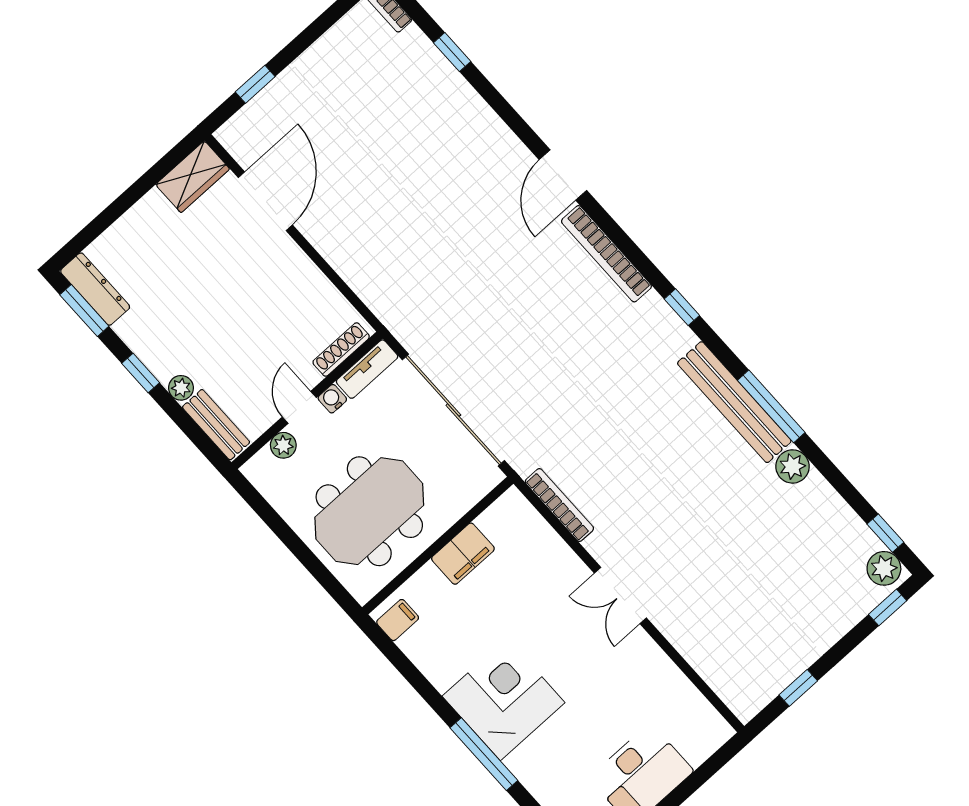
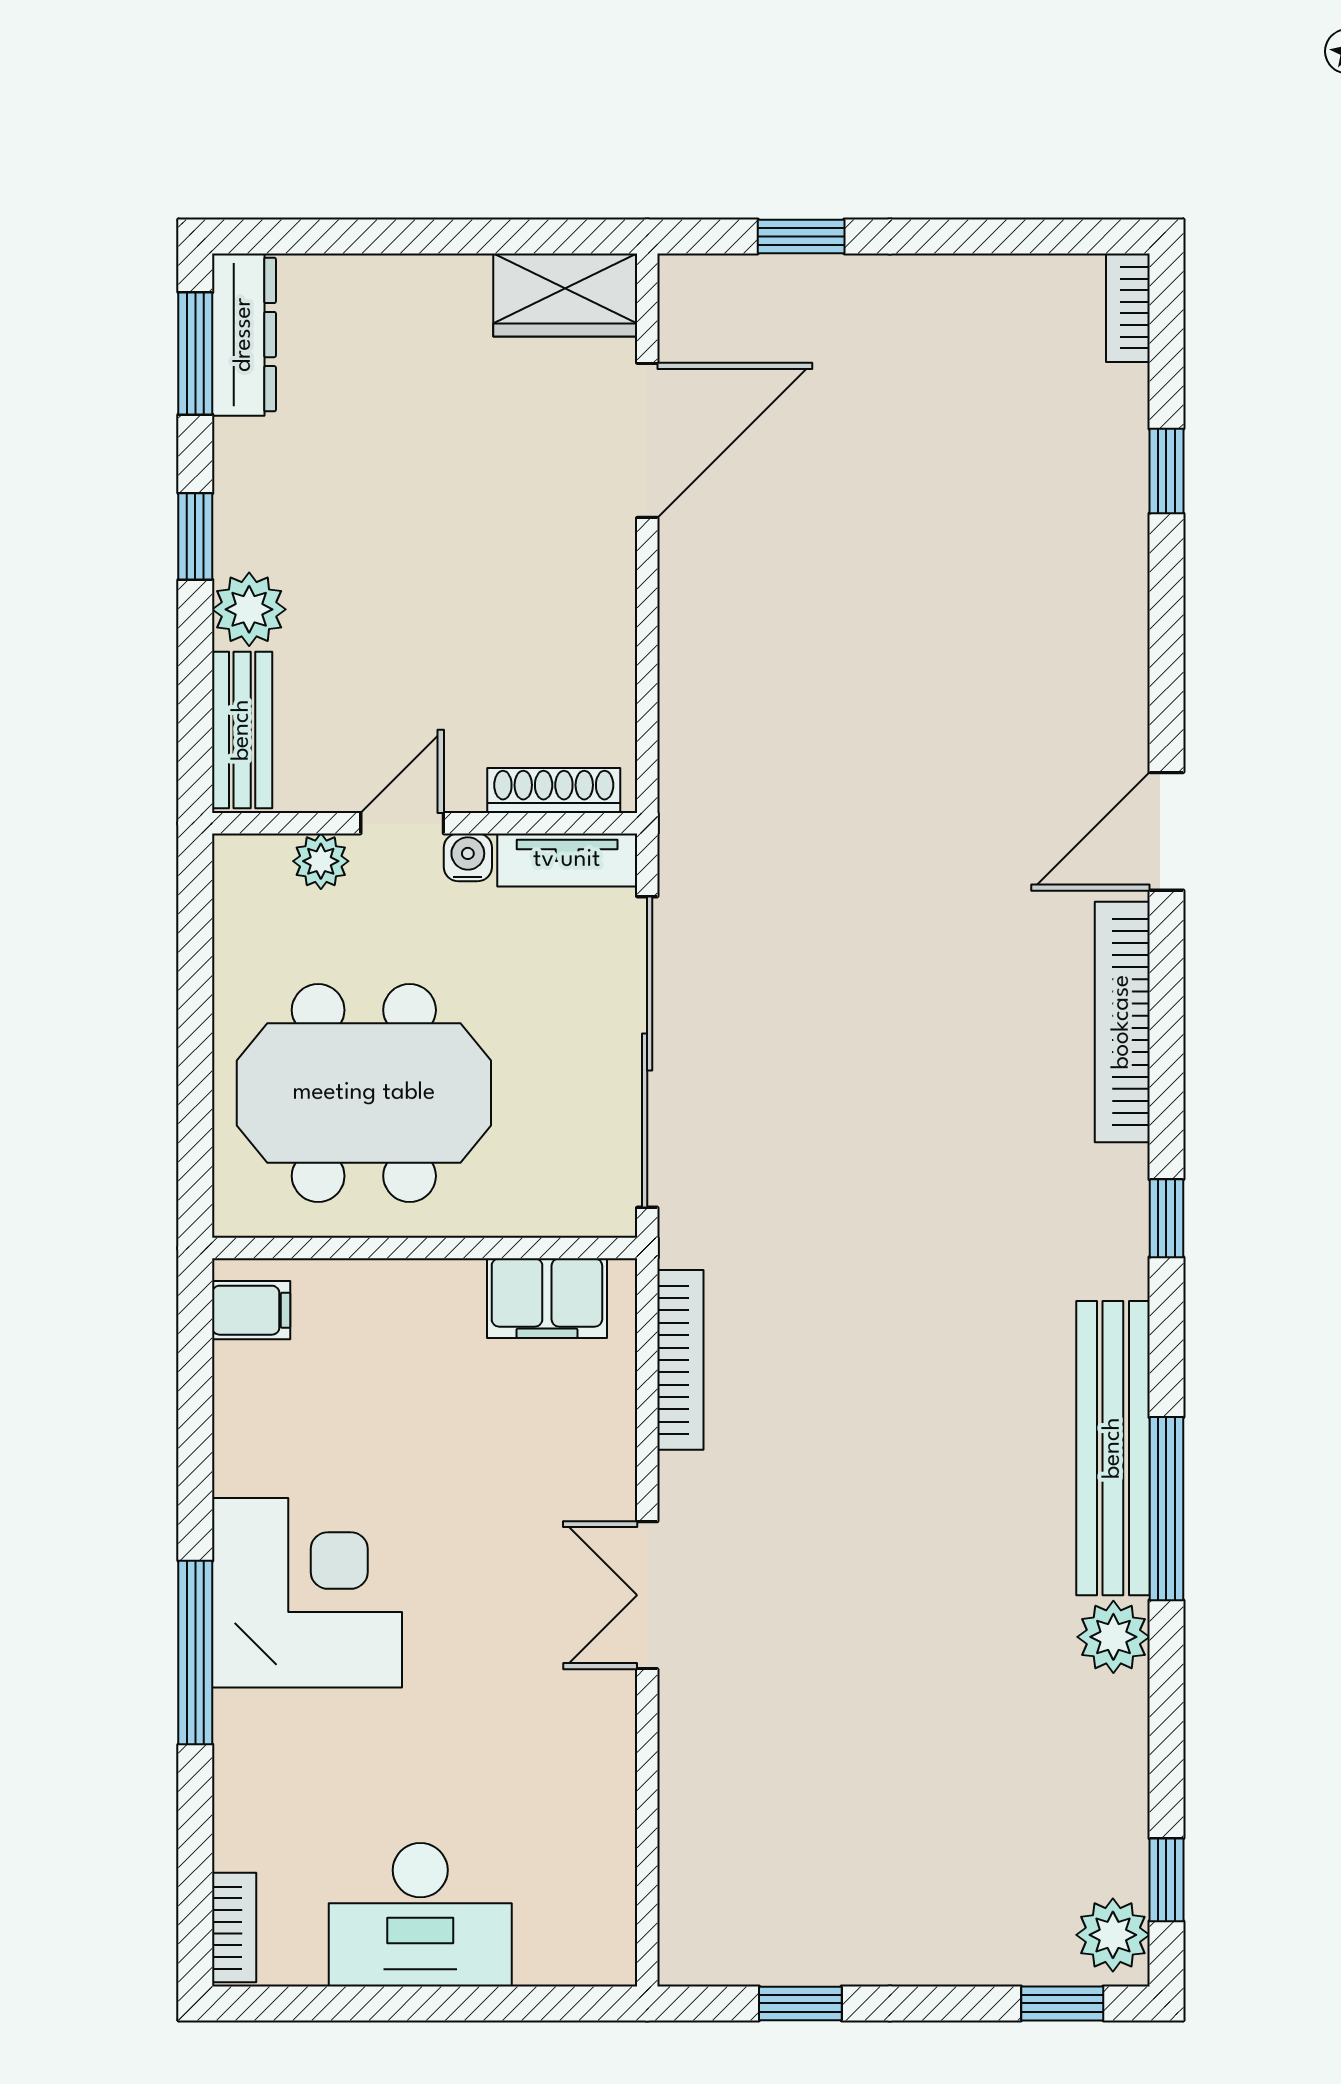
plant: (181, 388) -> (249, 609), width x1.38, depth x1.38
filing cabinet: (463, 554) -> (547, 1298), moved

